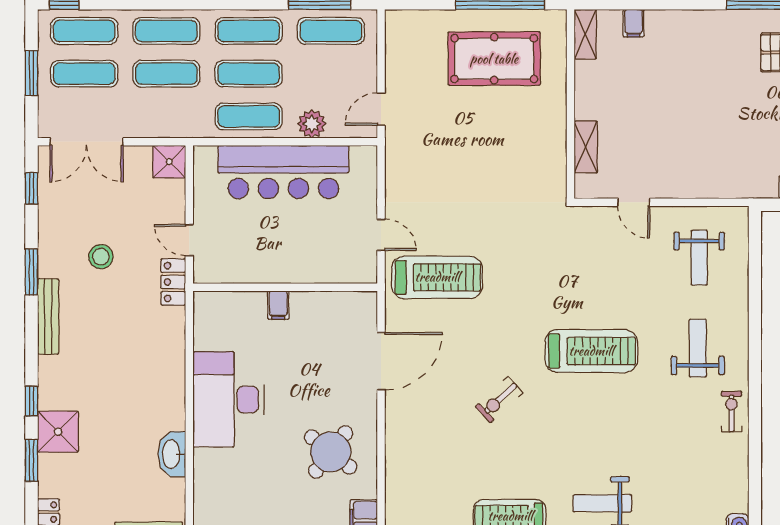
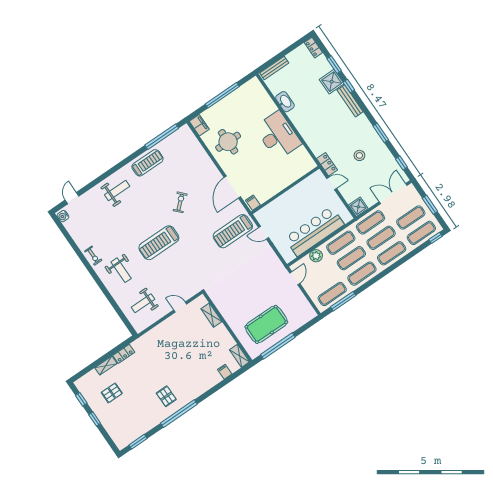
exercise mat: (166, 116) -> (371, 222), added
weight bench: (699, 258) -> (143, 303), turned -90
filing cabinet: (278, 305) -> (253, 203), moved
bench: (48, 316) -> (350, 101), moved
round table: (331, 452) -> (228, 142), turned -38

